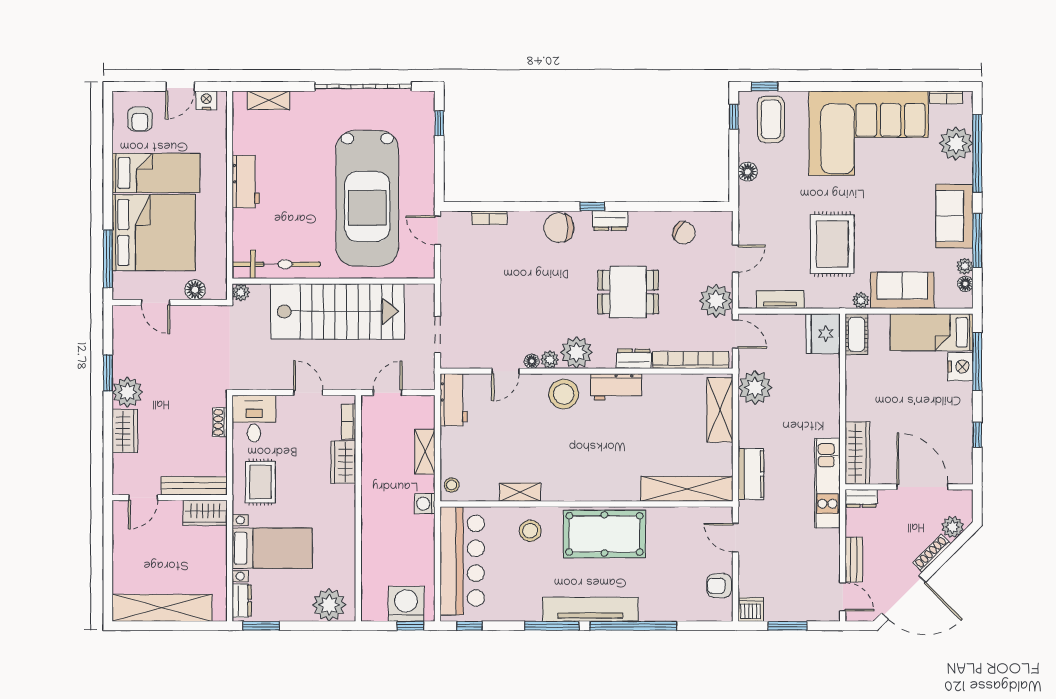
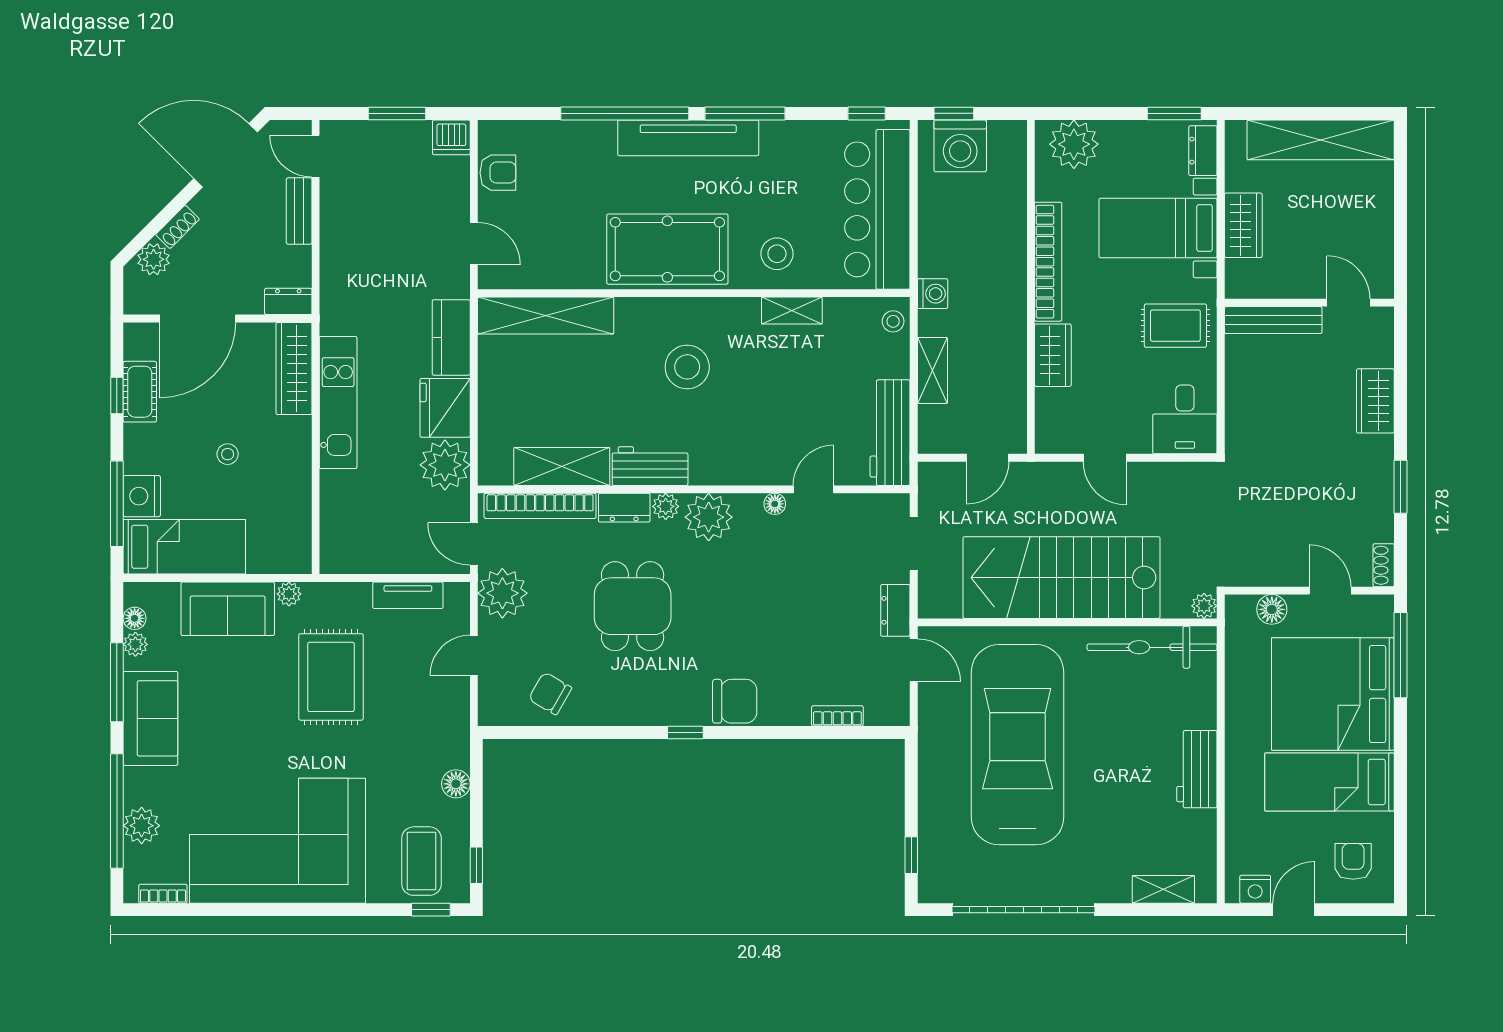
plant: (956, 143) -> (142, 826), width x0.73, depth x0.73
dresser: (610, 221) -> (895, 610), moved, turned -90
door: (438, 230) -> (914, 660), moved
dining table: (628, 292) -> (633, 606), turned 90
fridge: (823, 334) -> (445, 408), moved, turned 180
cot: (856, 334) -> (140, 392), moved
plant: (550, 360) -> (666, 506), moved
plant: (127, 392) -> (1372, 458), removed
stool: (564, 394) -> (687, 367), moved
stool: (902, 395) -> (228, 454), added
workbench: (454, 400) -> (890, 433), width x1.38
shelving: (720, 410) -> (562, 466), moved, turned 90
shoe rack: (220, 422) -> (1384, 565), moved, turned 180
bookcase: (349, 422) -> (1048, 262), moved, width x2.31, depth x1.31
rug: (260, 482) -> (1175, 326), turned 90
kitchen unit: (827, 483) -> (338, 403), moved
door: (923, 487) -> (198, 319), hinge flipped
door: (143, 498) -> (1349, 303), hinge flipped
wardrobe: (205, 513) -> (1243, 225), moved, turned 90
shoe rack: (932, 553) -> (177, 227), width x0.70

